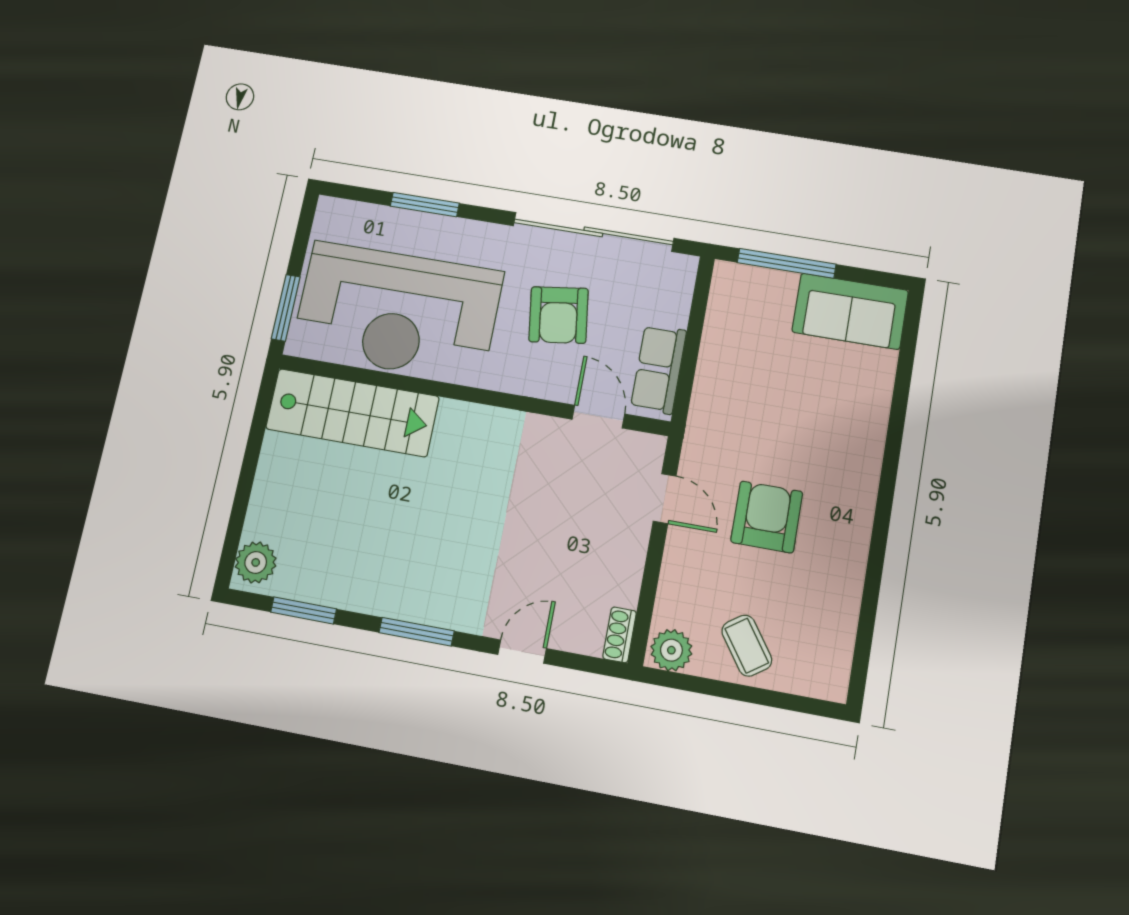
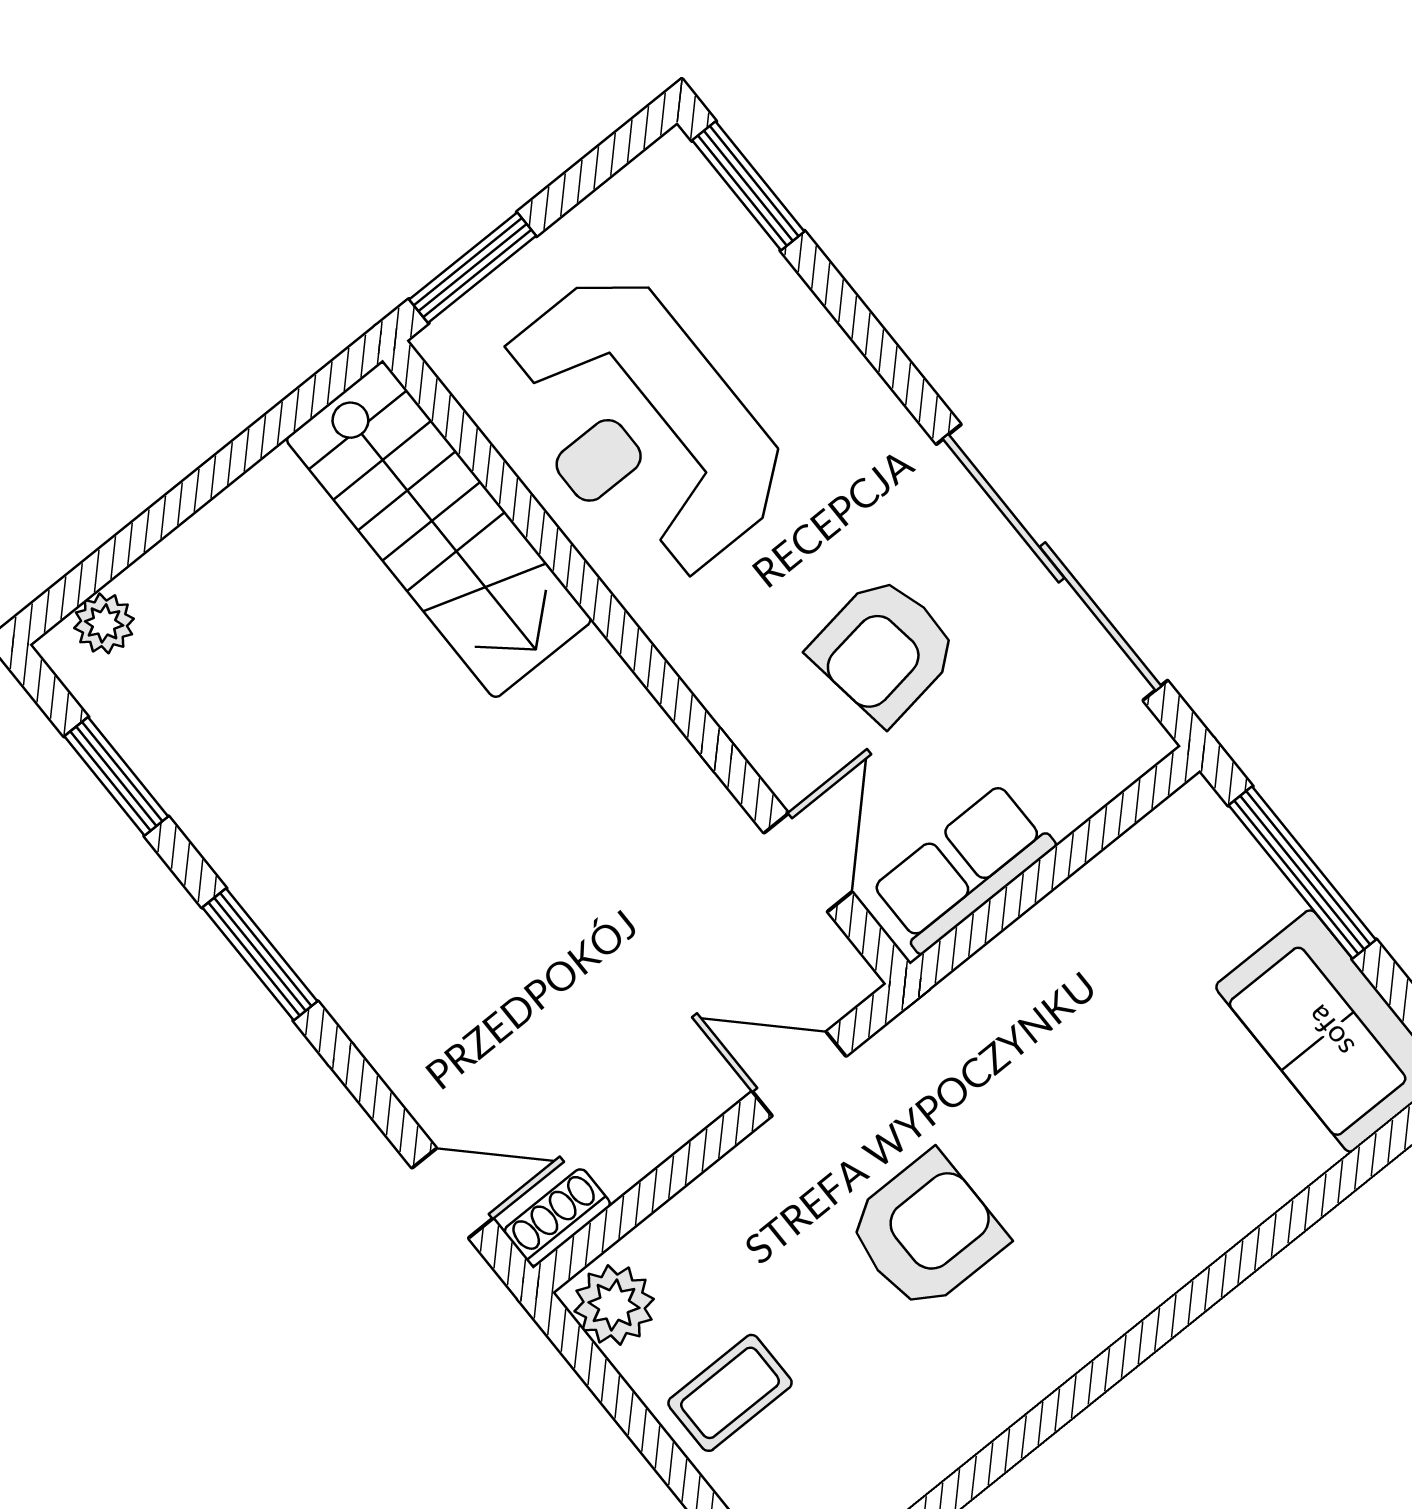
window: (425, 205) -> (748, 186), moved
reception desk: (397, 312) -> (641, 426), width x0.74, depth x0.77
door: (665, 499) -> (799, 1074), swing flipped
plant: (256, 562) -> (104, 623), width x0.73, depth x0.73
coffee table: (747, 646) -> (730, 1393), turned 35
door: (522, 652) -> (453, 1193), moved

